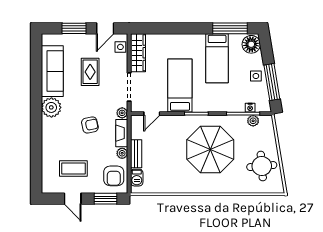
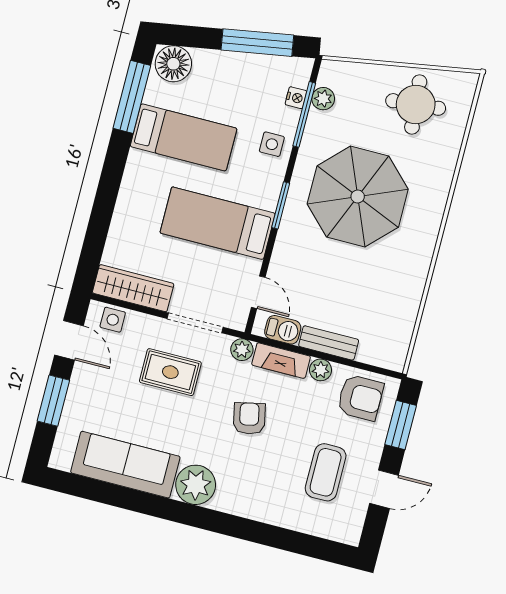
rug: (90, 72) -> (170, 372), moved
side table: (256, 76) -> (272, 144), moved
barbecue: (137, 178) -> (283, 330), moved

